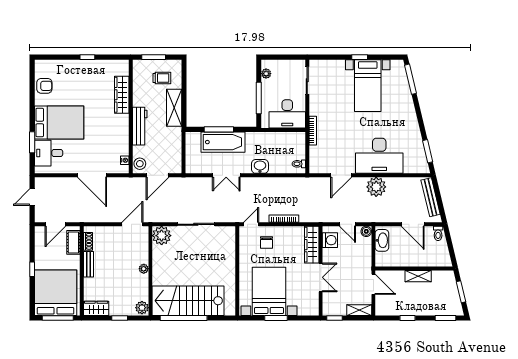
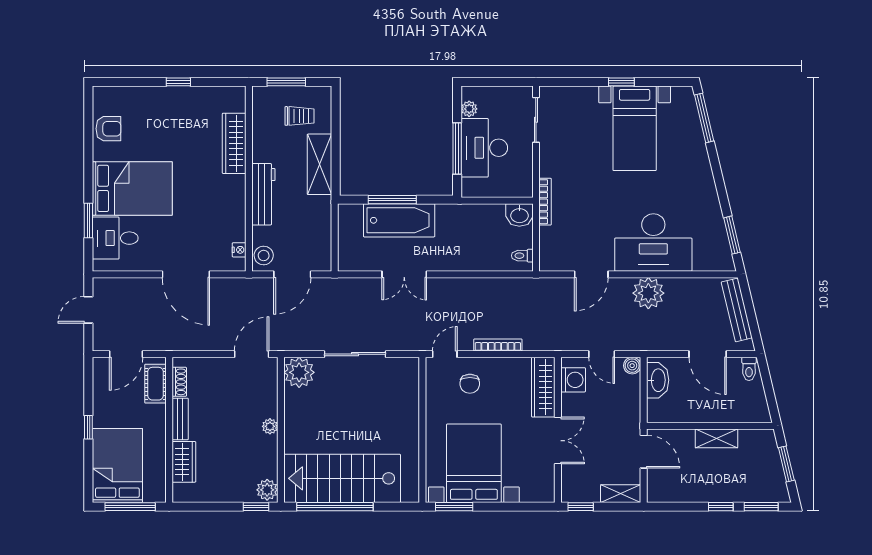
desk: (287, 114) -> (484, 148), moved, turned 90
washbasin: (260, 166) -> (519, 215), moved, turned 180
bed: (56, 293) -> (117, 466), width x0.73
wardrobe: (96, 308) -> (184, 462), moved, turned 90
window: (120, 318) -> (256, 507), moved
window: (276, 318) -> (454, 507), moved
window: (407, 318) -> (721, 507), moved

